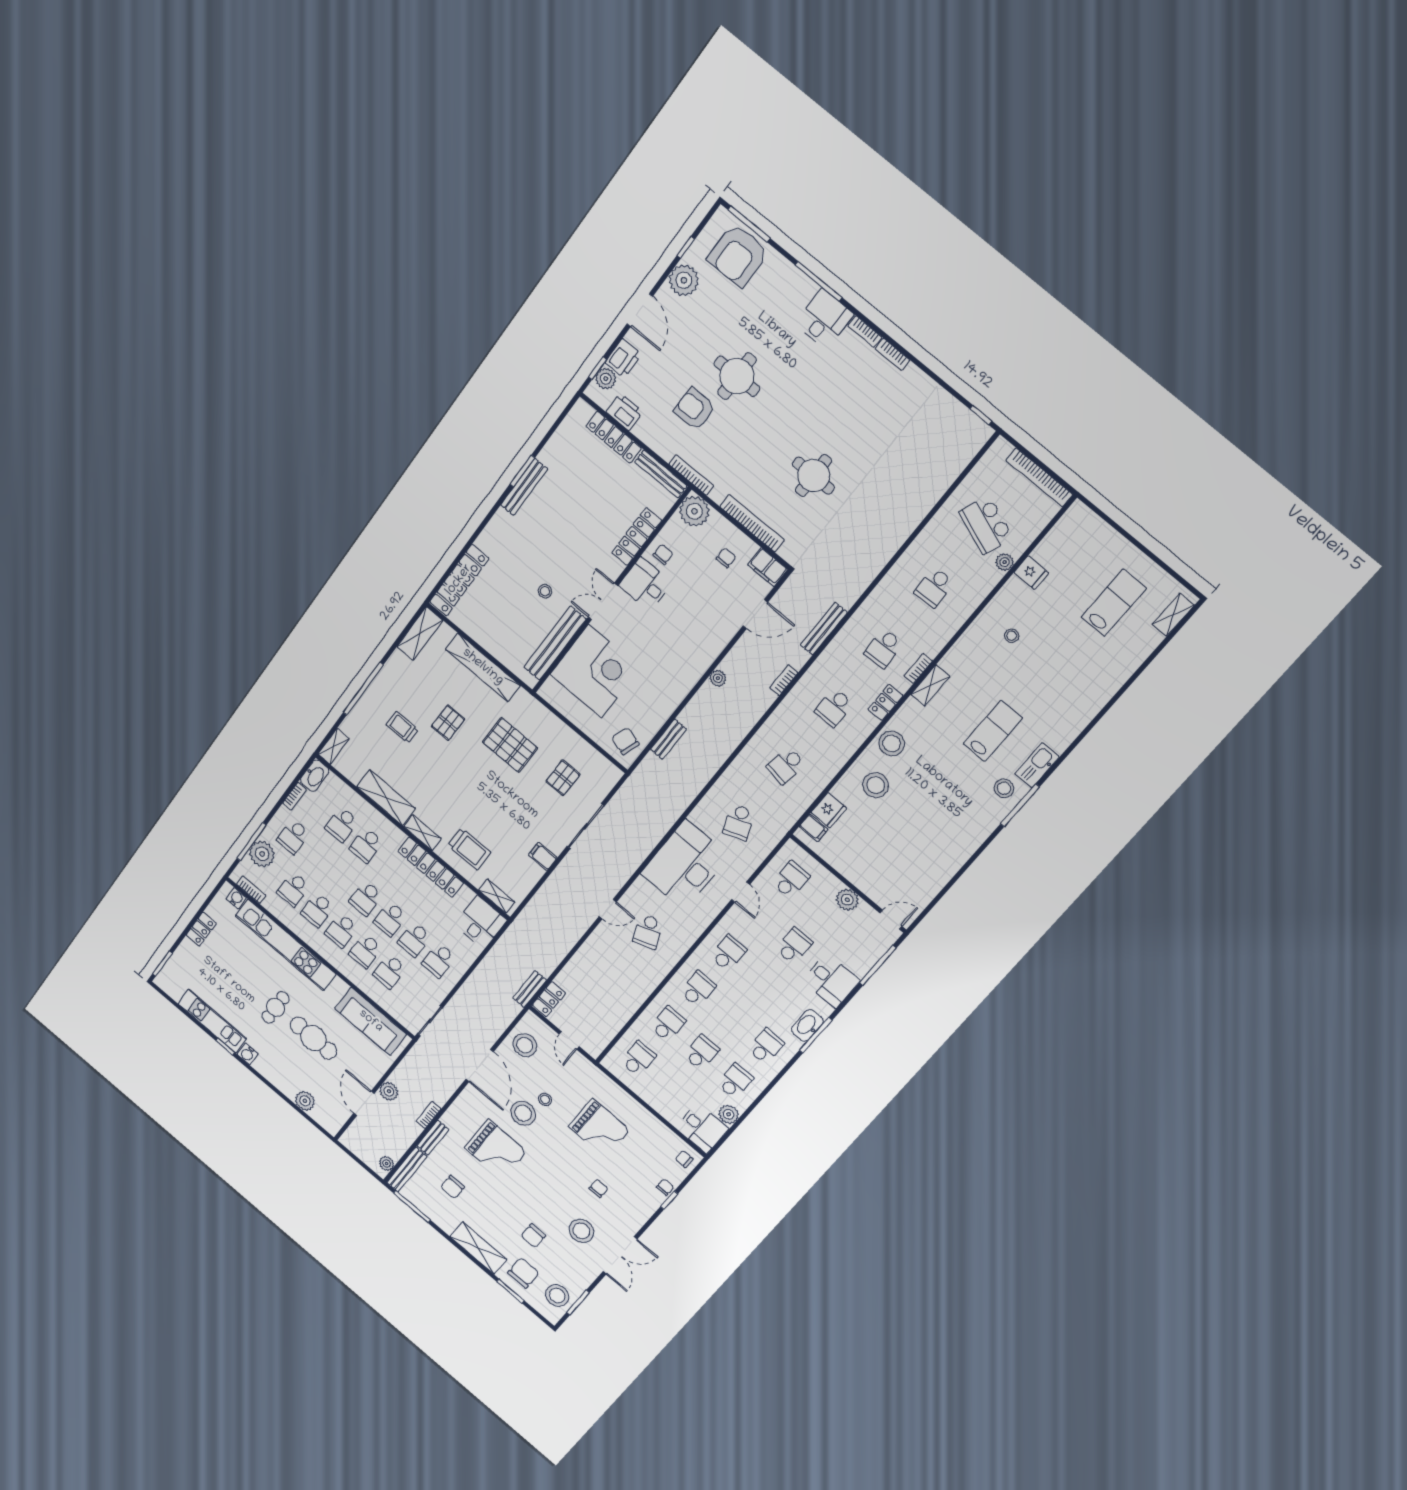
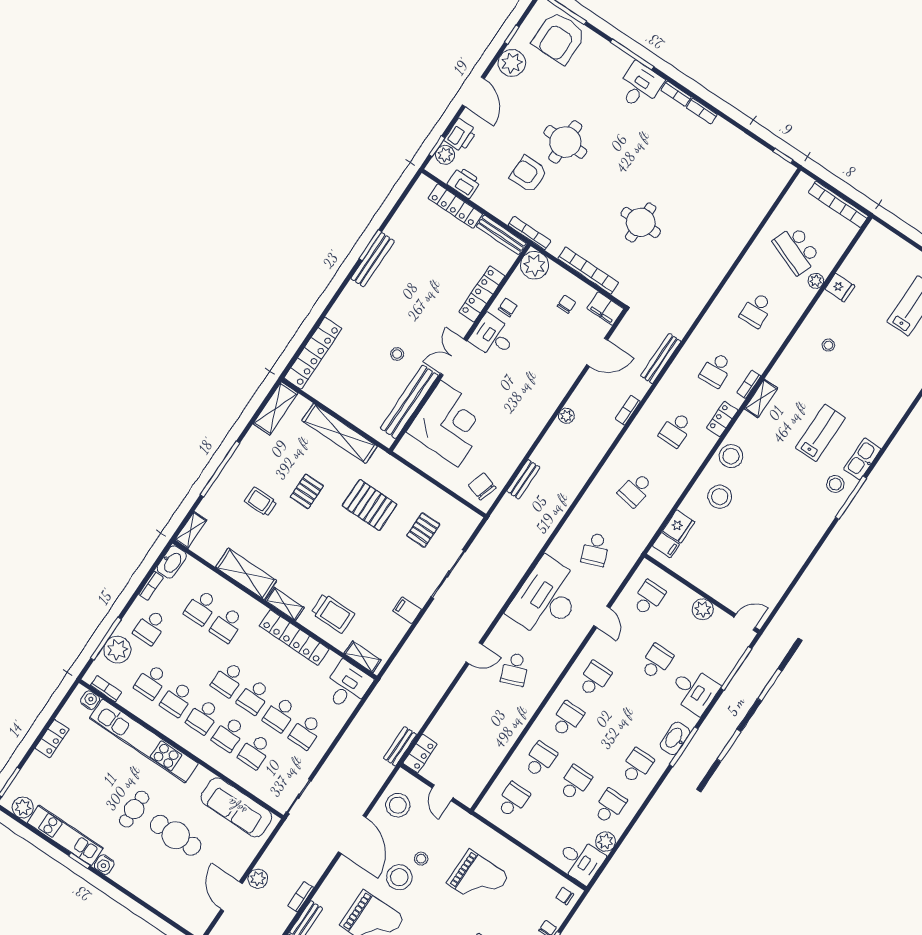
plant: (305, 1101) -> (23, 807), moved

